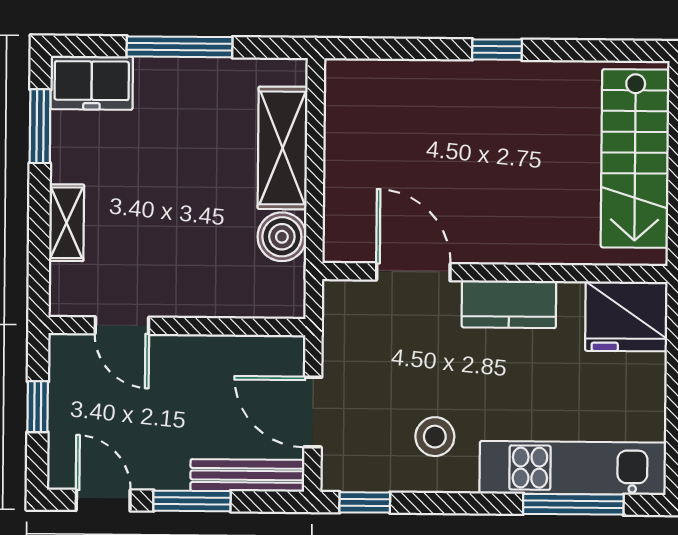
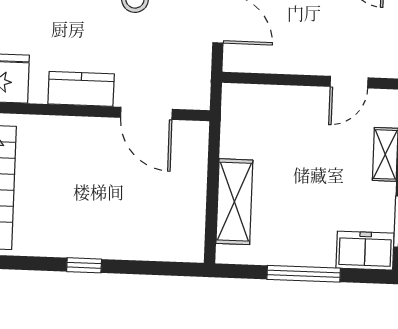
boiler: (282, 237) -> (237, 140), removed
door: (122, 326) -> (349, 82), swing flipped

